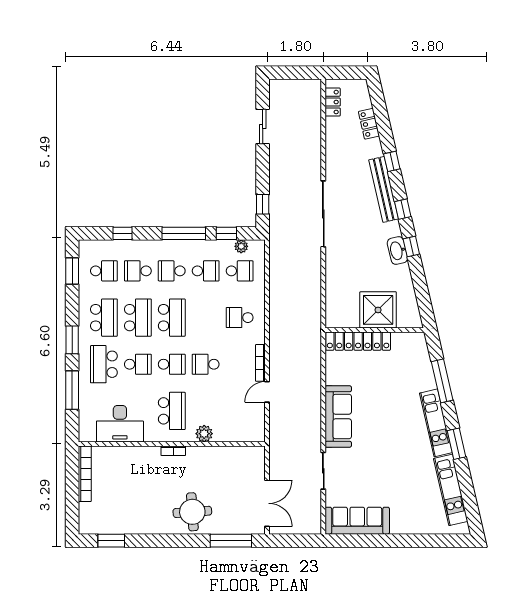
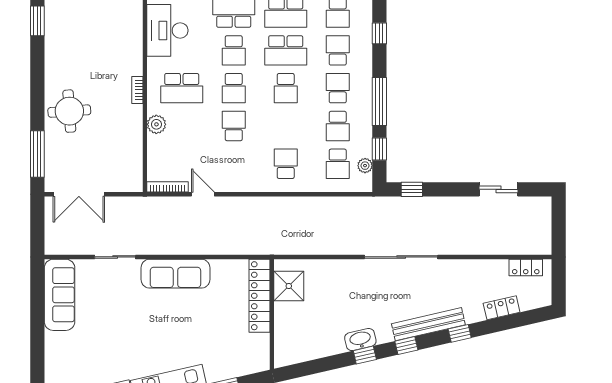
shower: (378, 310) -> (289, 286), moved, width x0.73, depth x0.73
school desk: (172, 318) -> (286, 88), width x0.54
bookcase: (260, 363) -> (168, 187), moved

